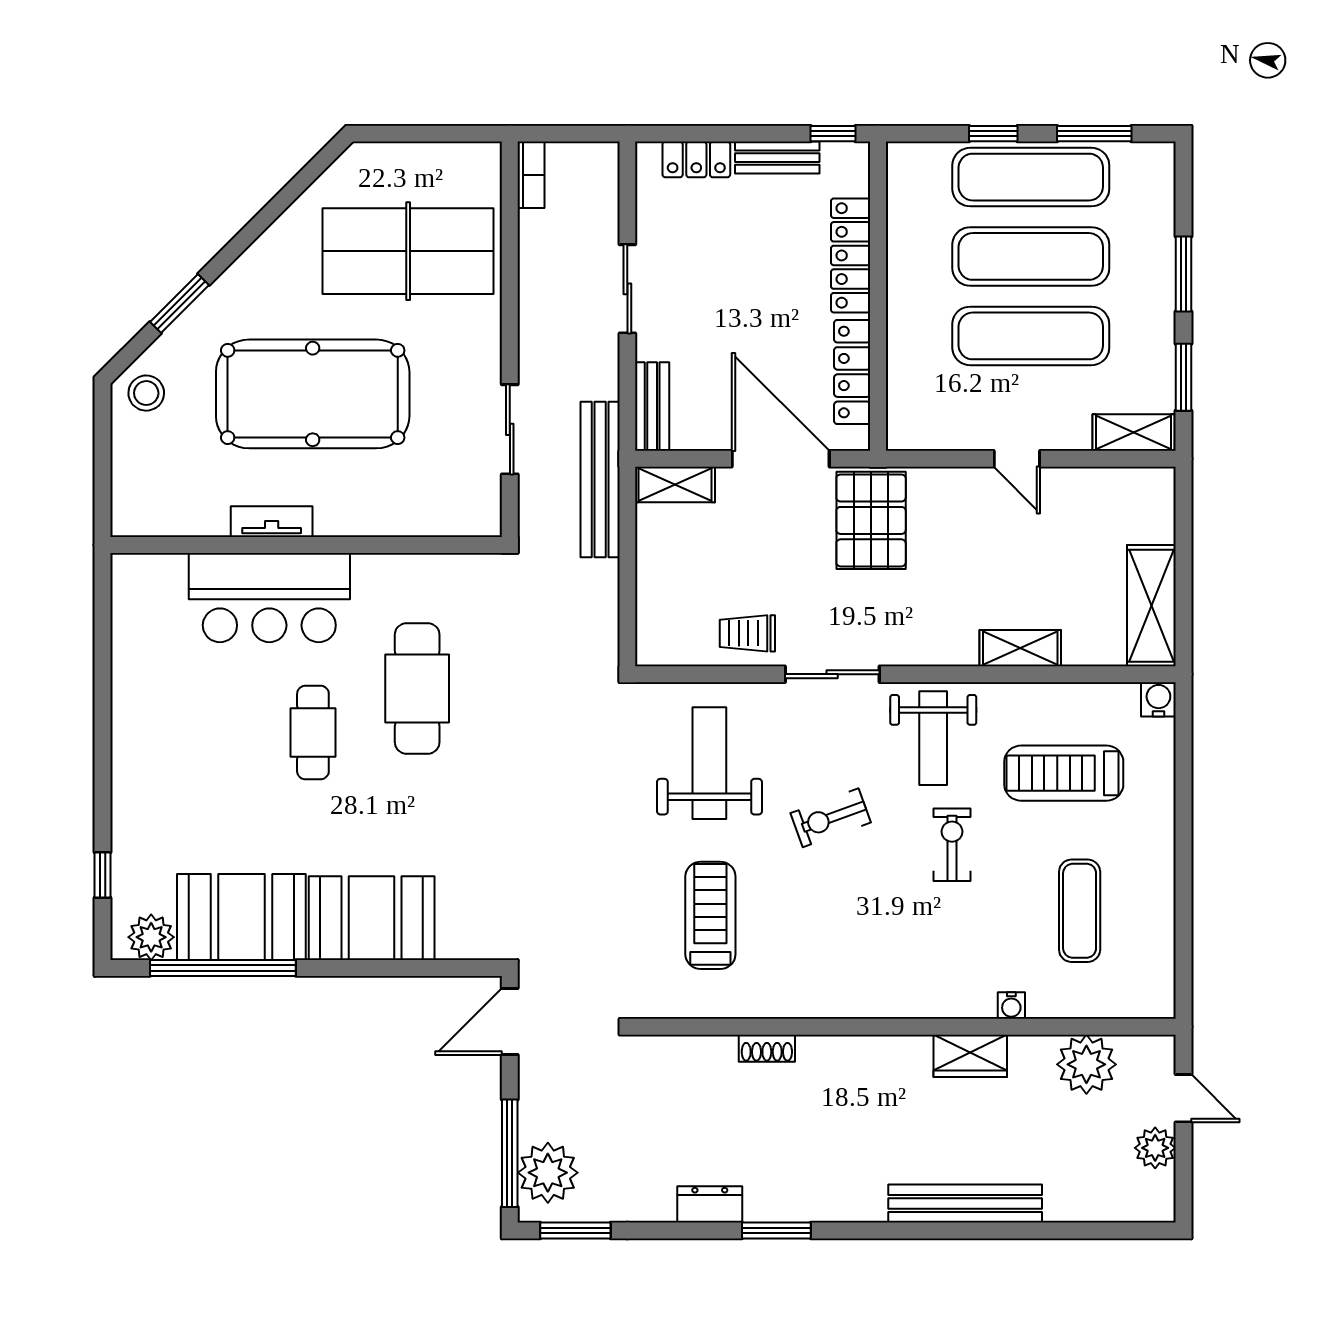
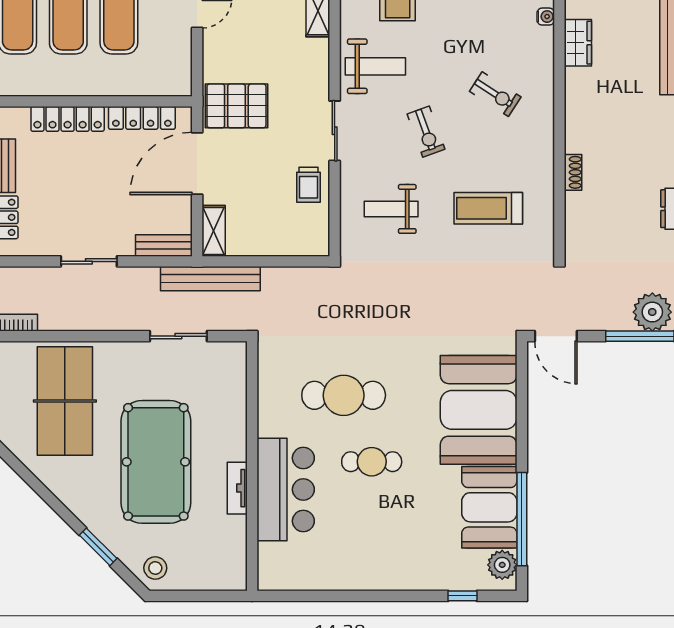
weight bench: (709, 763) -> (391, 209), width x0.73, depth x0.75
exercise bike: (952, 845) -> (495, 94), moved, turned -147
booth: (372, 918) -> (479, 410), width x1.36, depth x1.42

